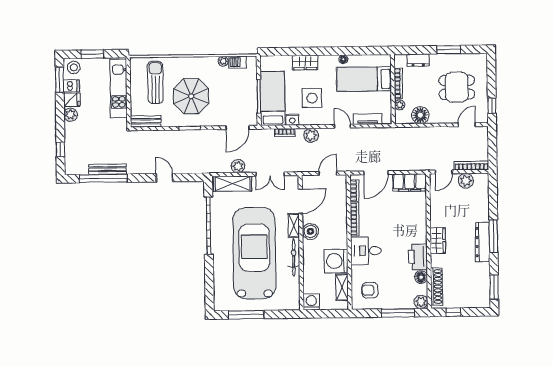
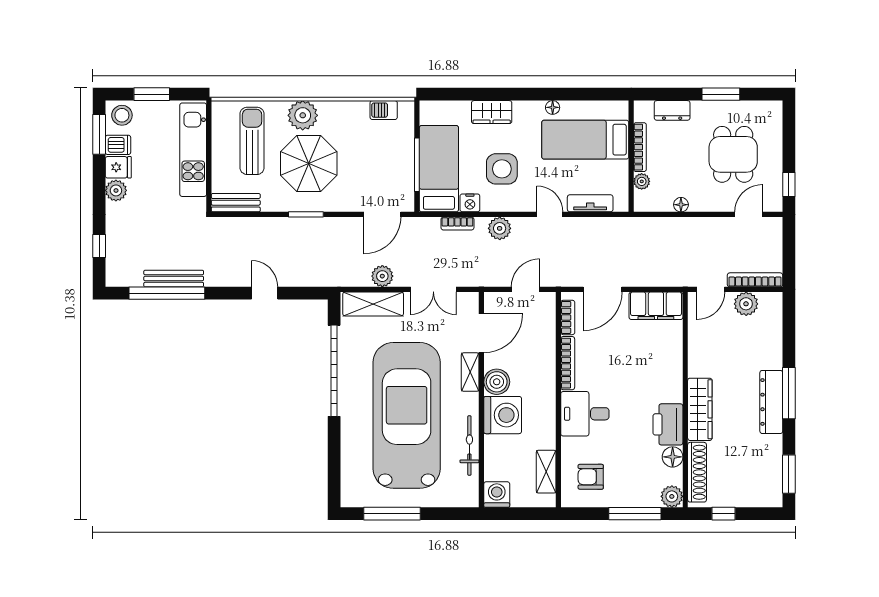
plant: (223, 61) -> (303, 115), moved, width x1.88, depth x1.88
dining table: (457, 87) -> (733, 154), turned 90
floor lamp: (420, 115) -> (681, 205), width x0.53, depth x0.53
wardrobe: (438, 241) -> (700, 409), width x1.50
bicycle: (294, 257) -> (469, 445), moved
washing machine: (336, 261) -> (503, 415), moved, turned 180

